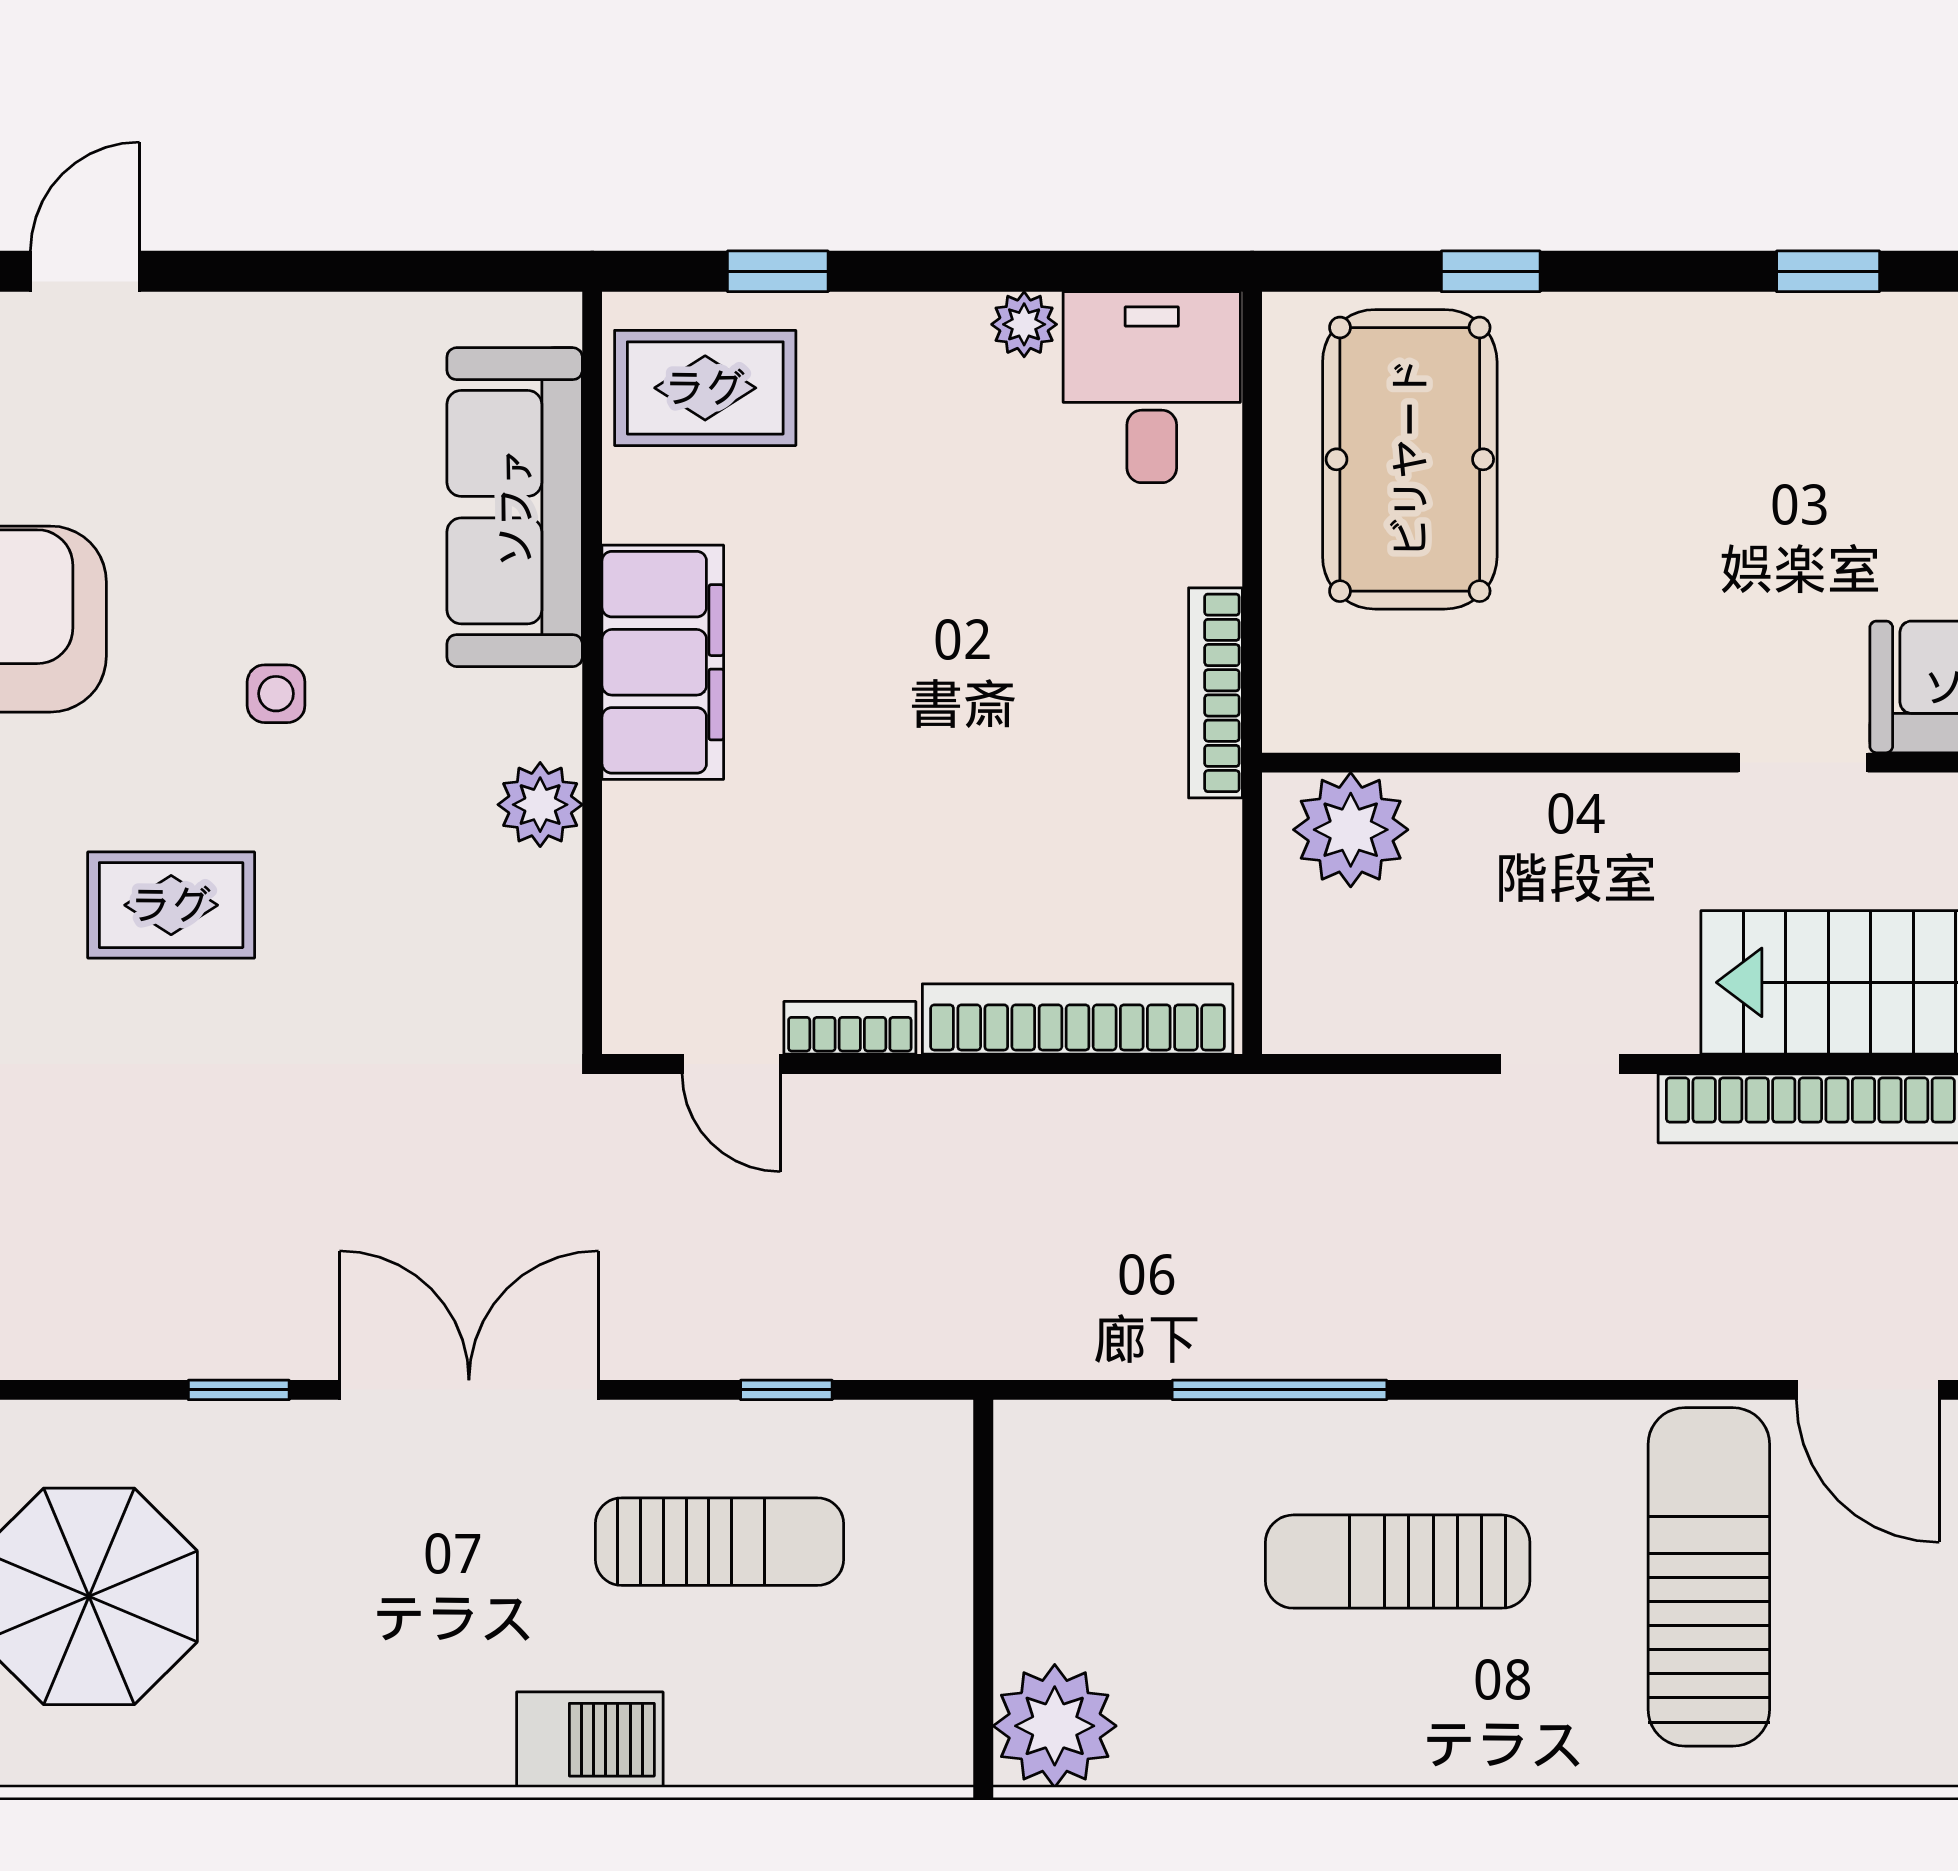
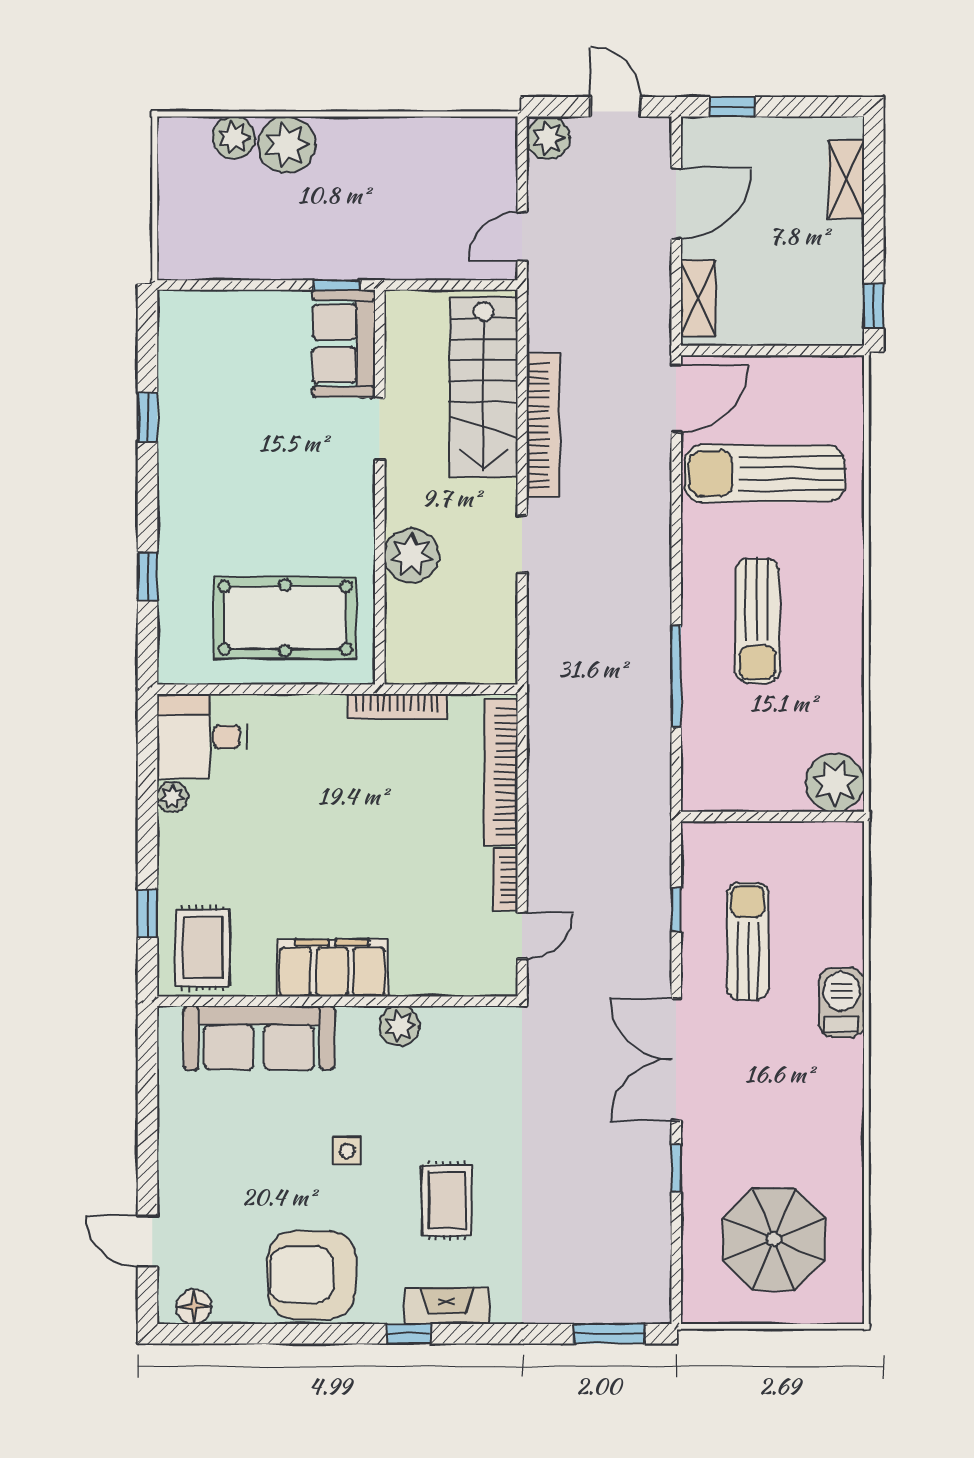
pool table: (1410, 459) -> (285, 618), moved
bookcase: (1215, 693) -> (397, 707), moved
plant: (1351, 830) -> (411, 555), moved

